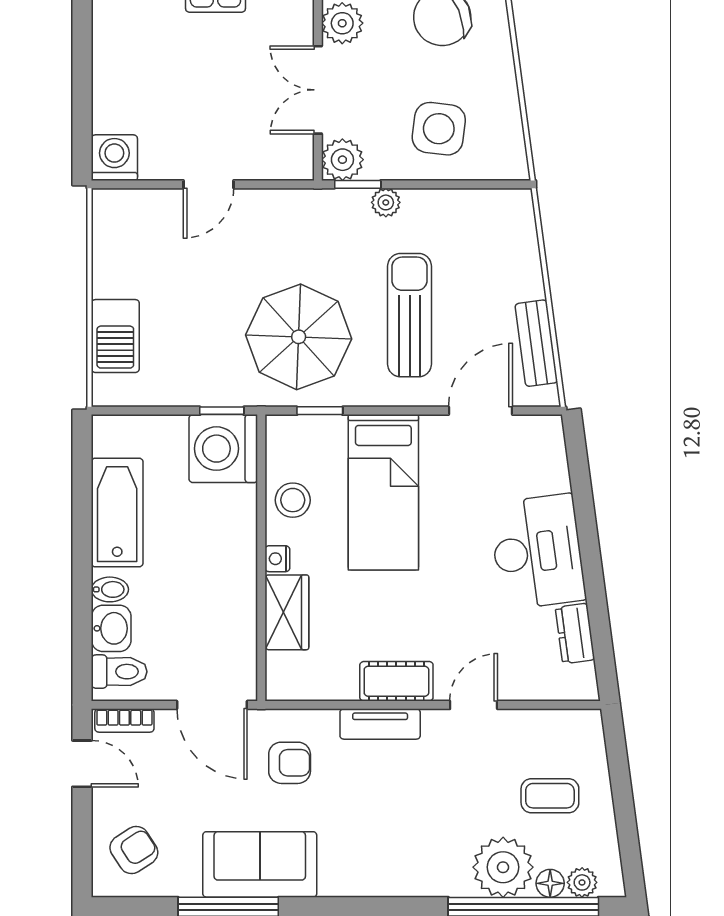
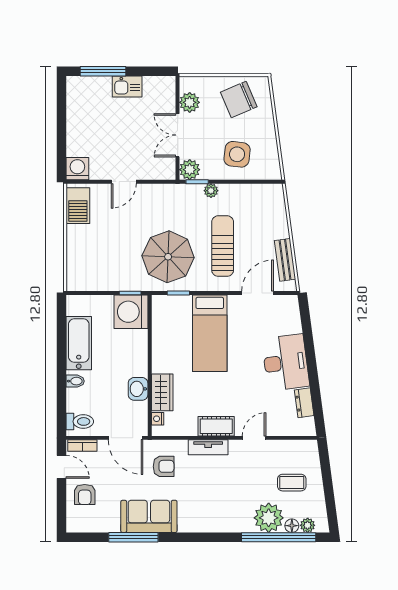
barbecue: (115, 336) -> (78, 206), moved
stool: (293, 500) -> (165, 337), removed
nightstand: (277, 559) -> (158, 419), moved
washbasin: (111, 628) -> (138, 389), moved, turned 180
armchair: (134, 850) -> (85, 494), moved, turned 123

